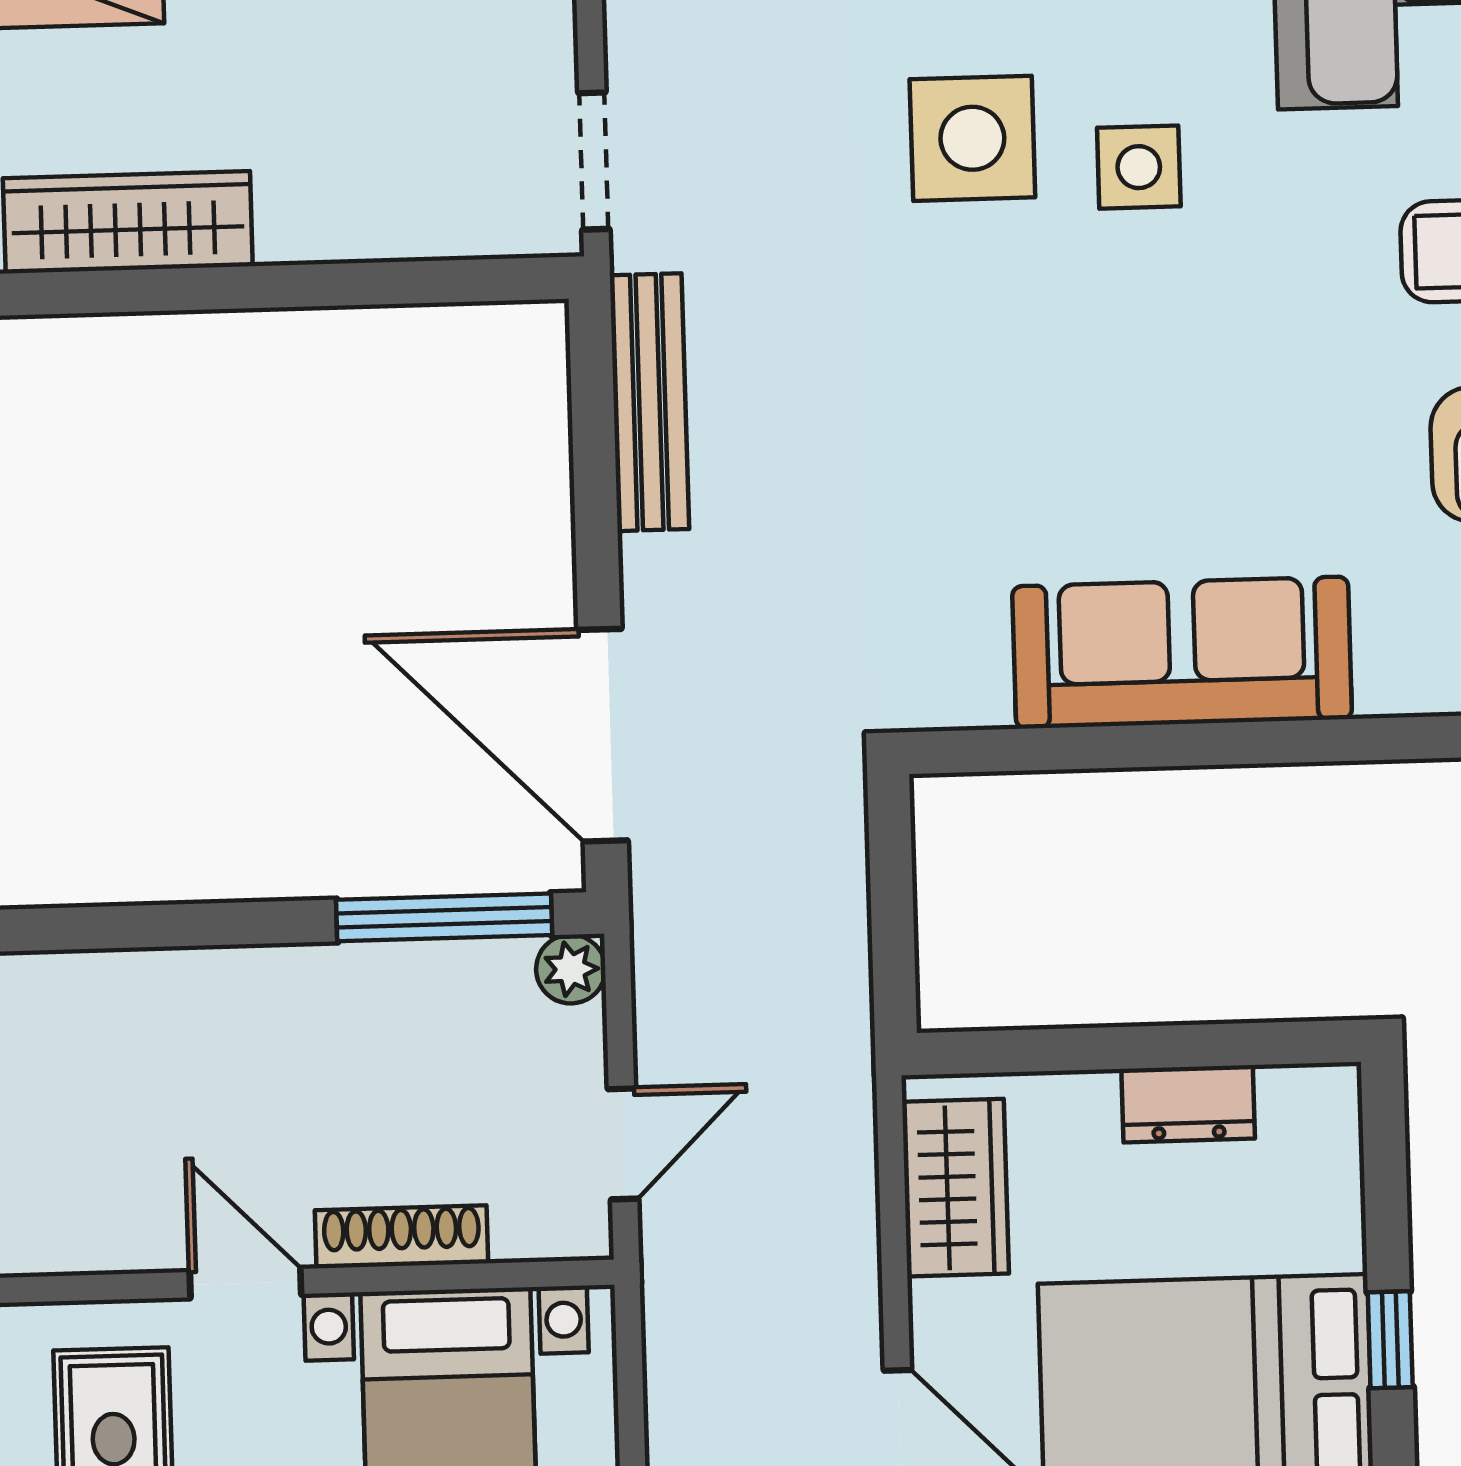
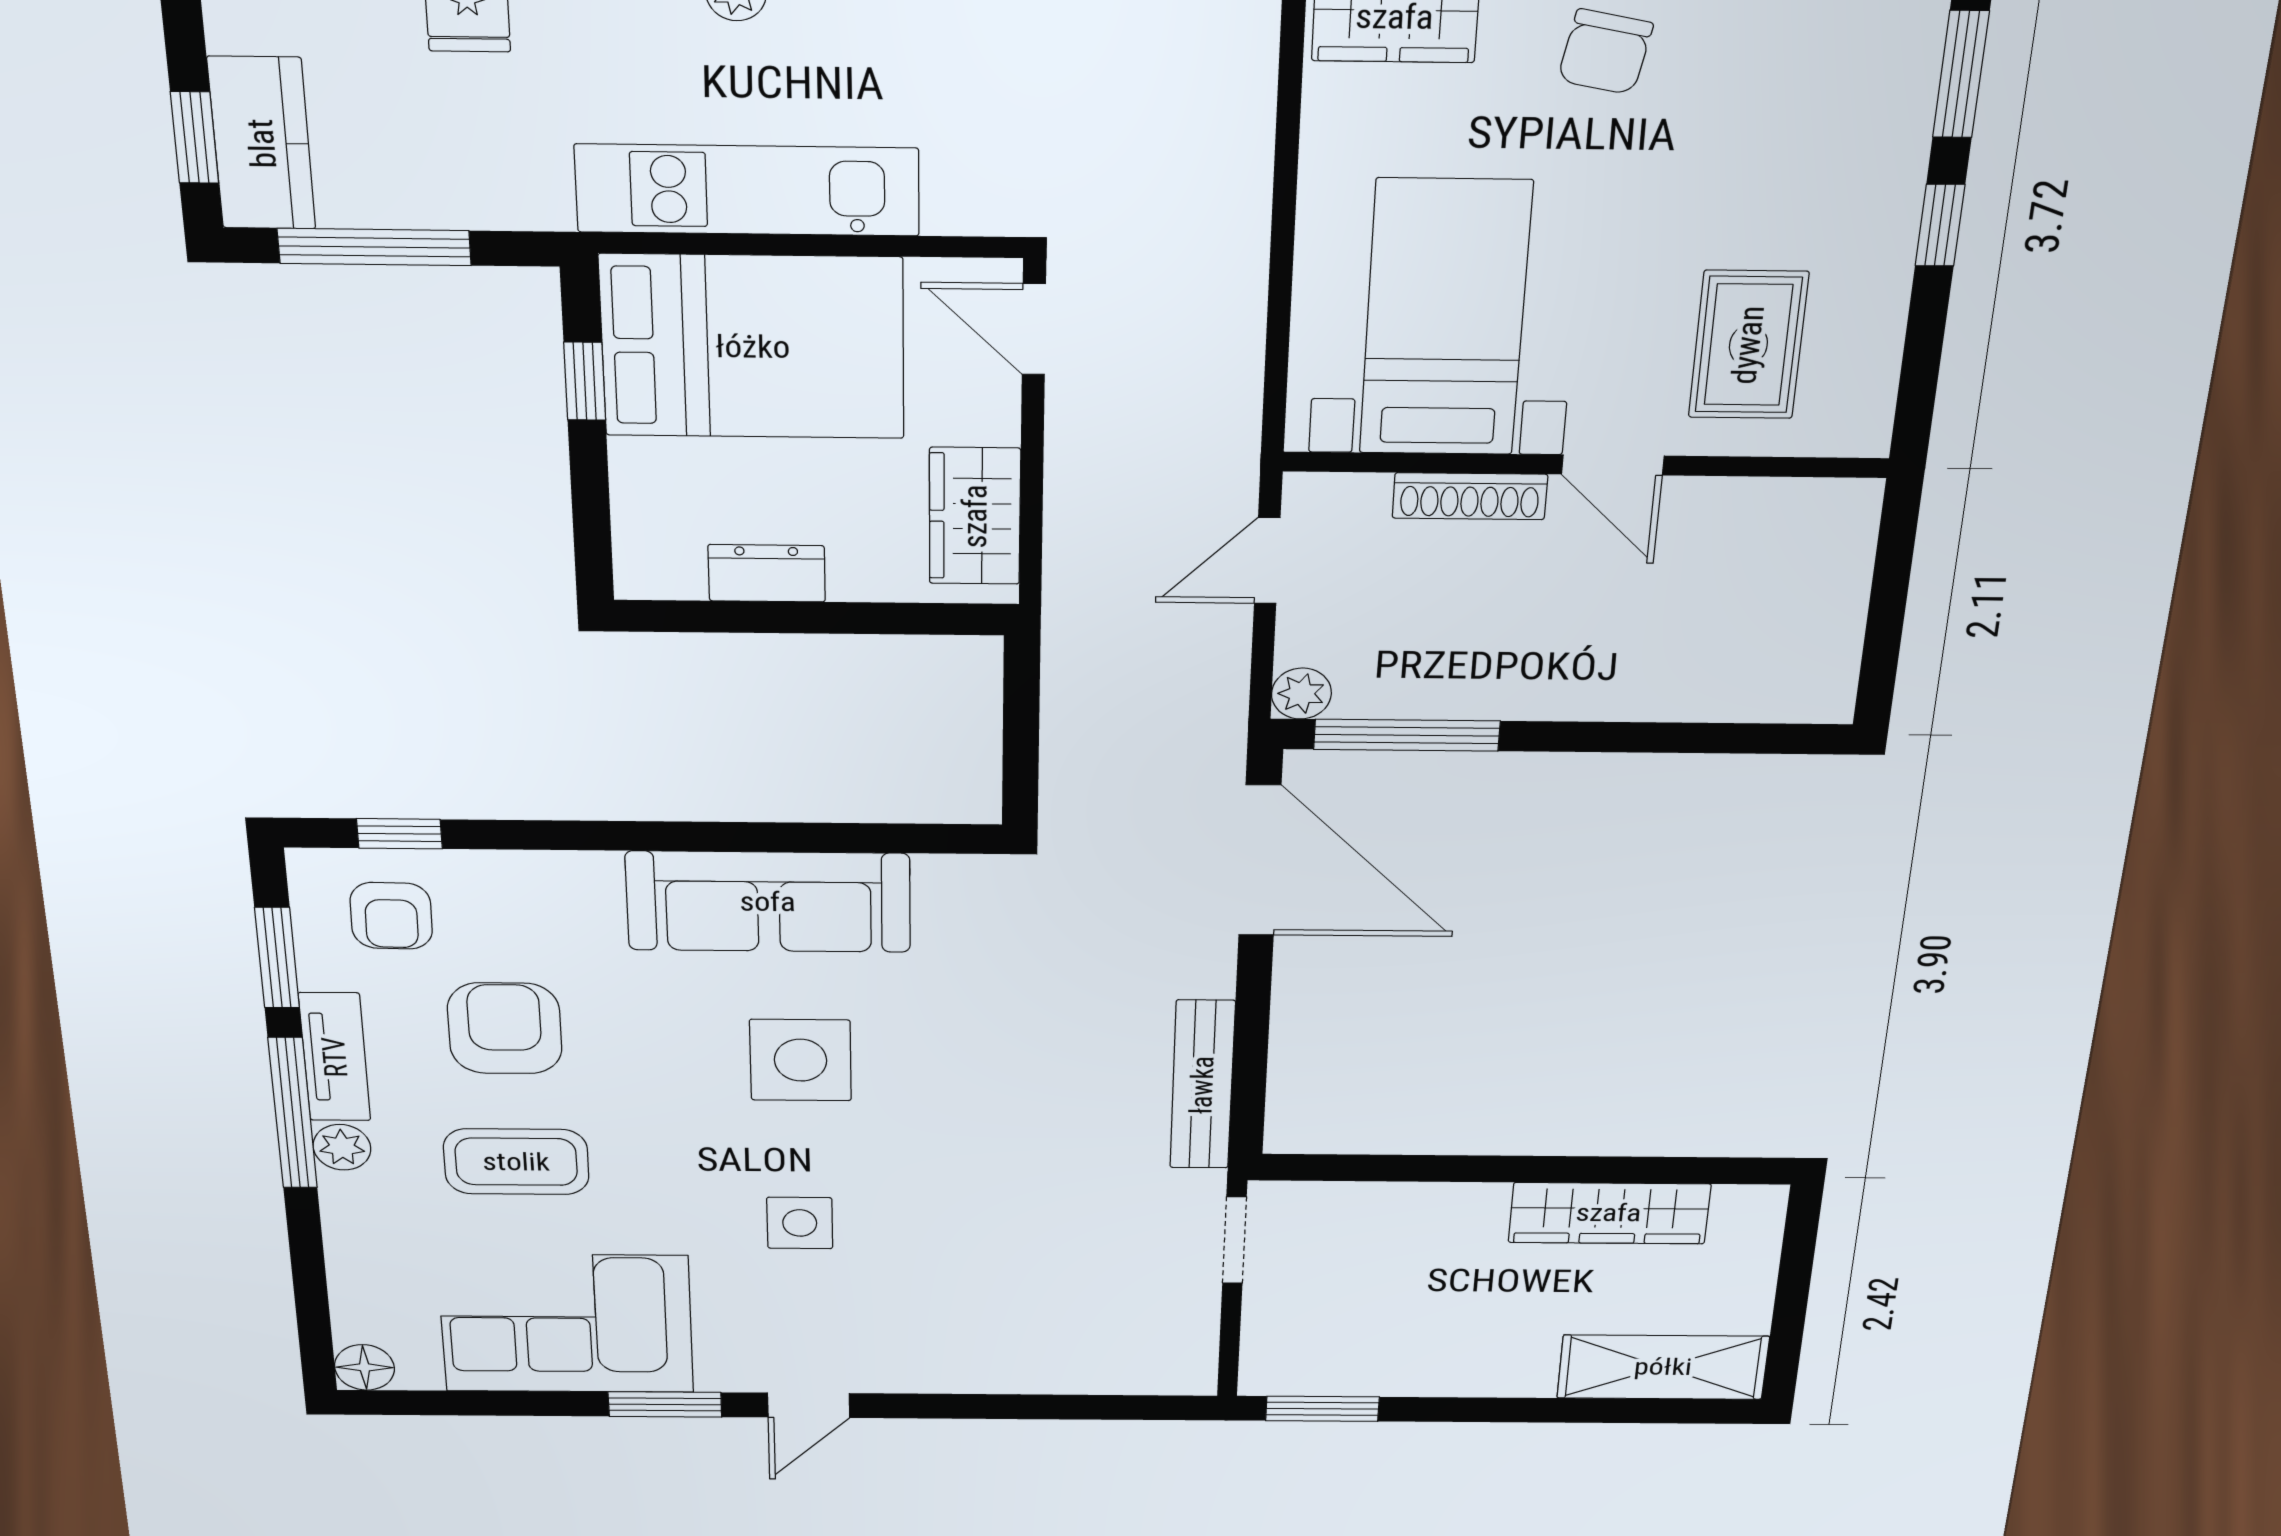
side table: (972, 138) -> (800, 1060), moved

